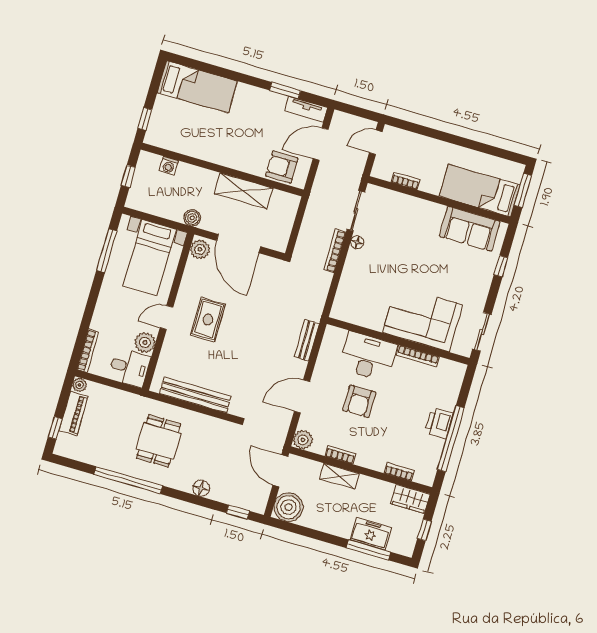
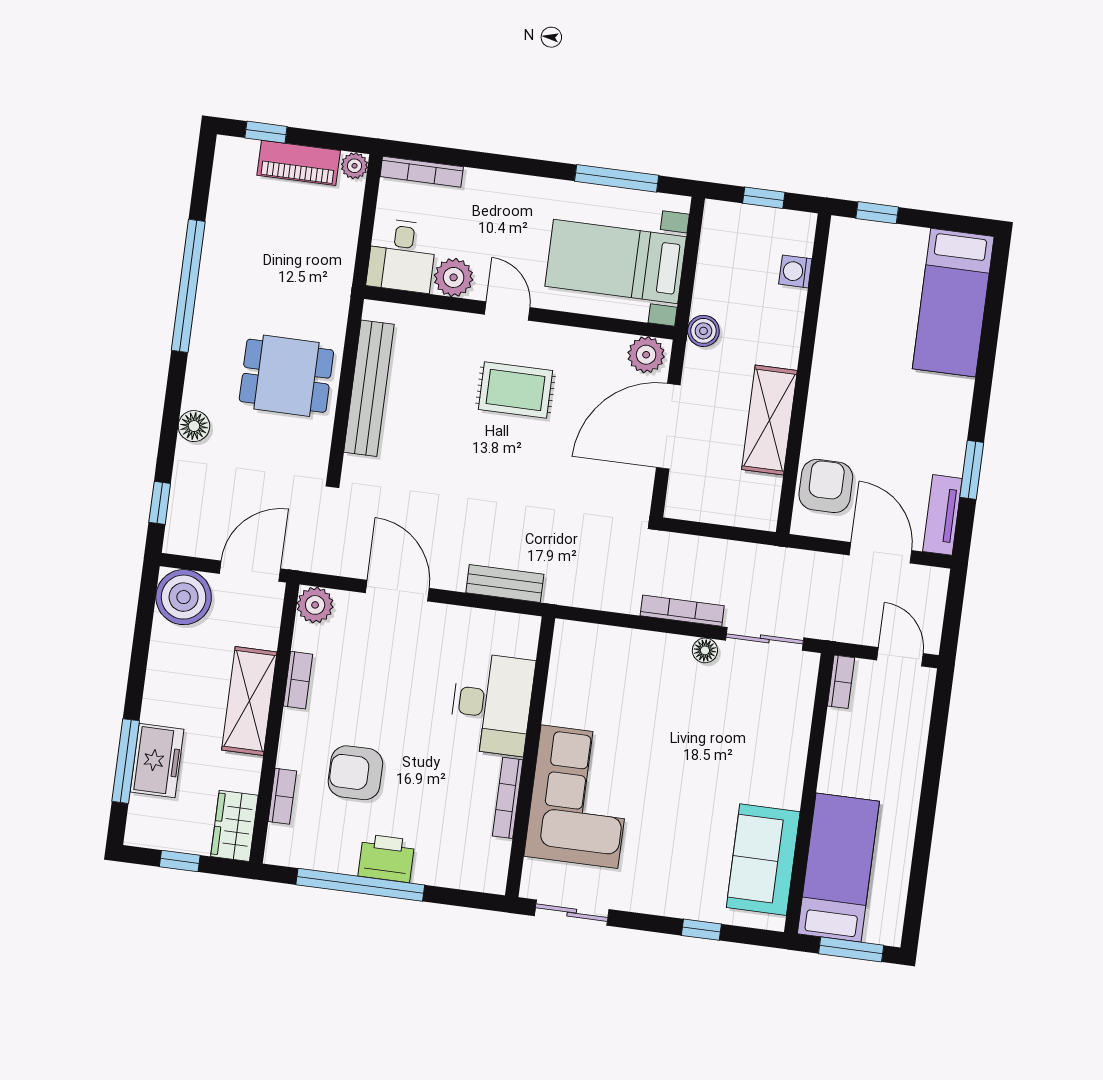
bookcase: (406, 181) -> (841, 682), moved
armchair: (359, 401) -> (355, 773), moved
dining table: (159, 441) -> (286, 376), moved
shelving: (339, 476) -> (249, 701), width x1.50, depth x1.33

